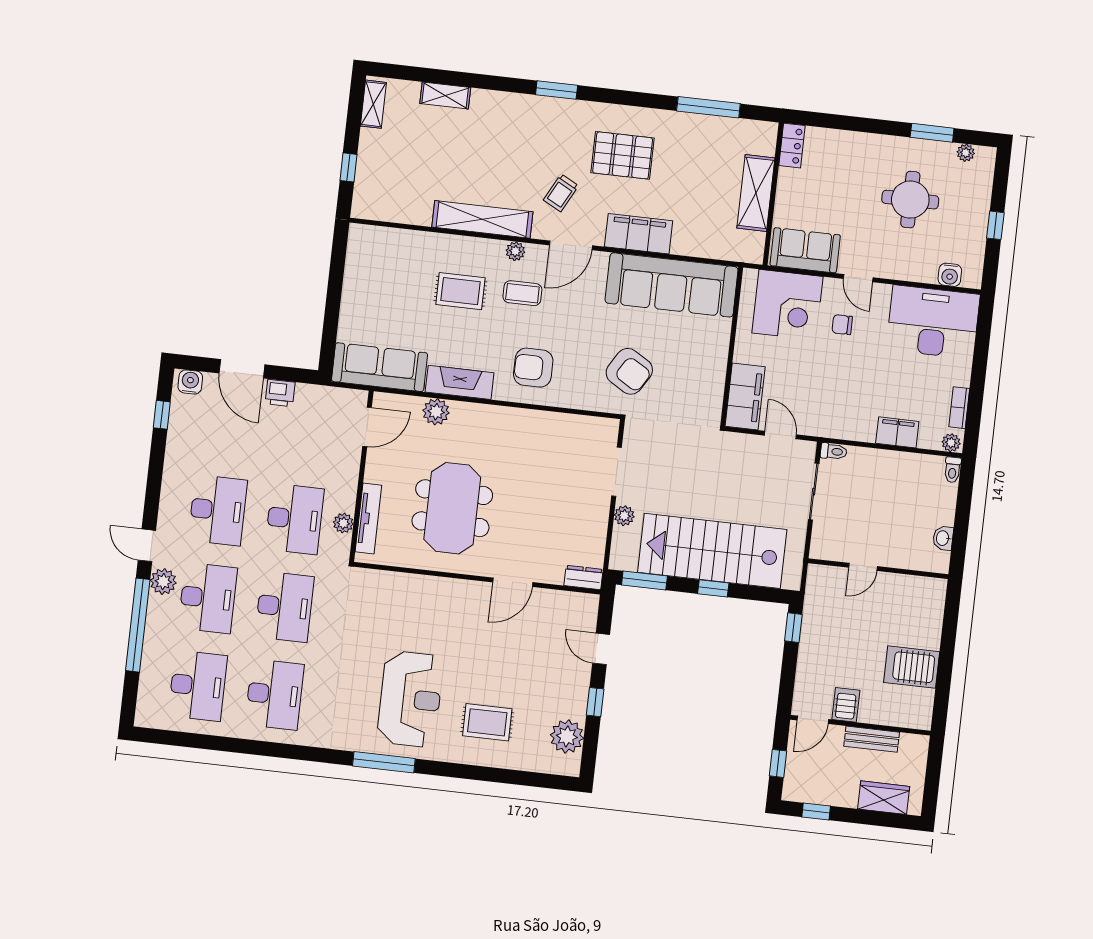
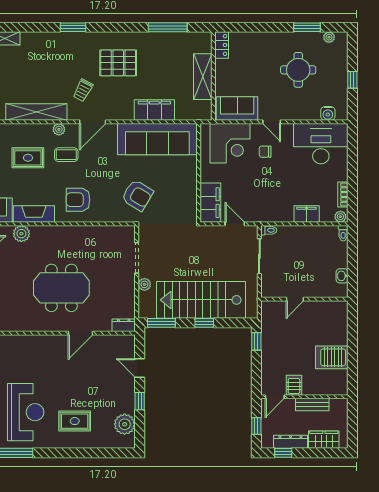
filing cabinet: (639, 234) -> (154, 110), moved
meeting table: (452, 508) -> (61, 288), moved, turned 90
dresser: (830, 795) -> (290, 442), added

